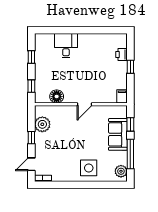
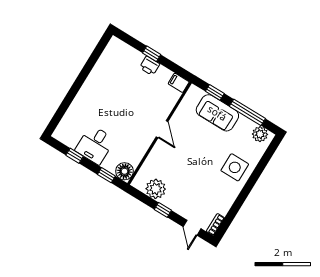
desk: (66, 46) -> (95, 145), moved, turned -90
printer: (121, 54) -> (150, 66), moved
floor lamp: (57, 96) -> (124, 171), moved

